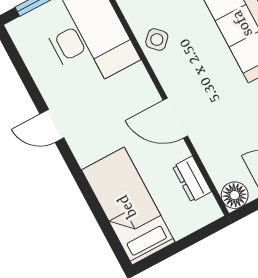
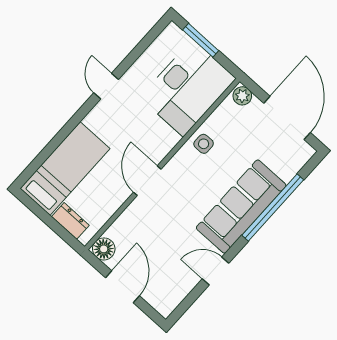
side table: (157, 40) -> (204, 144), turned 45
dresser: (192, 179) -> (70, 221), moved, turned 90

